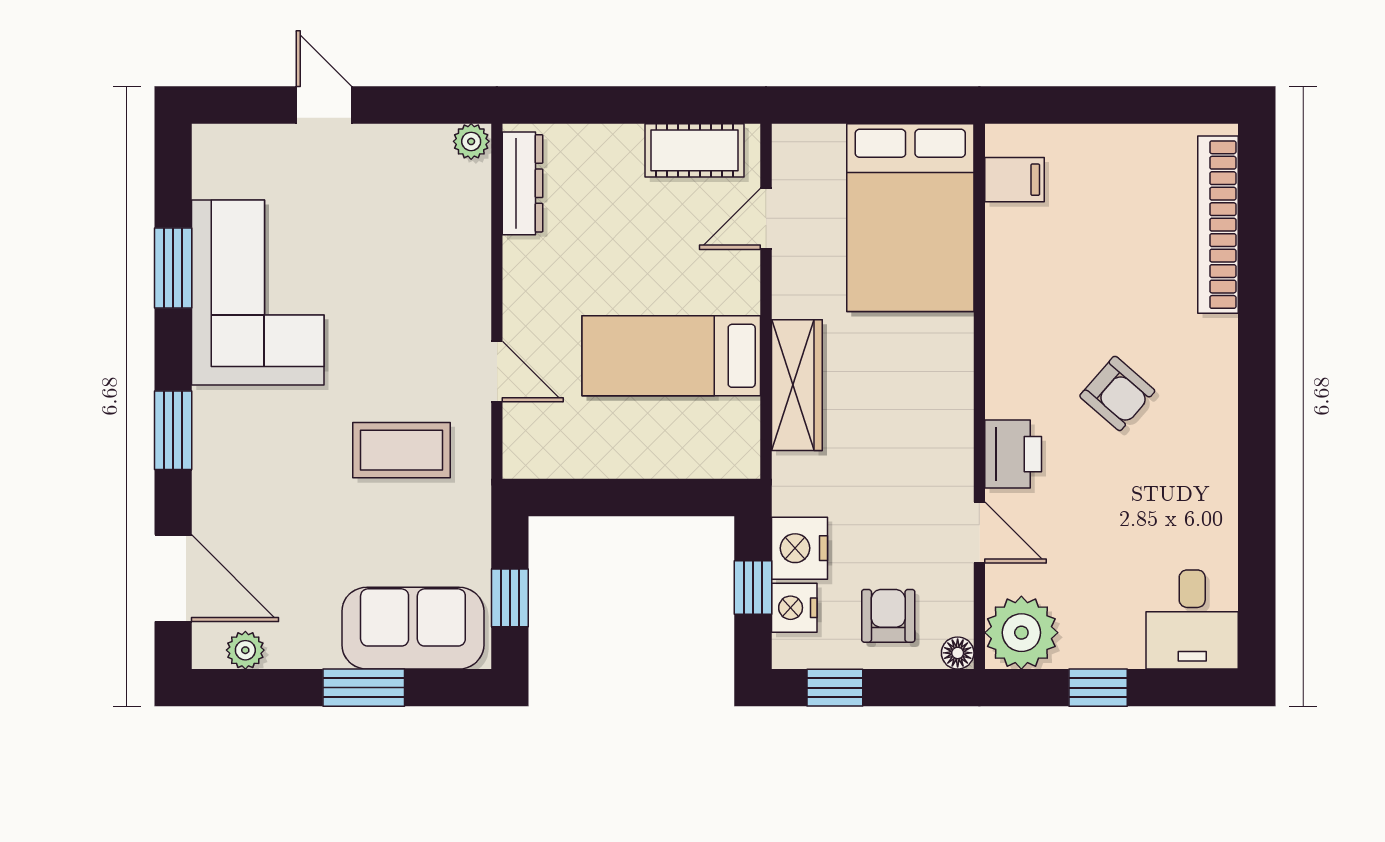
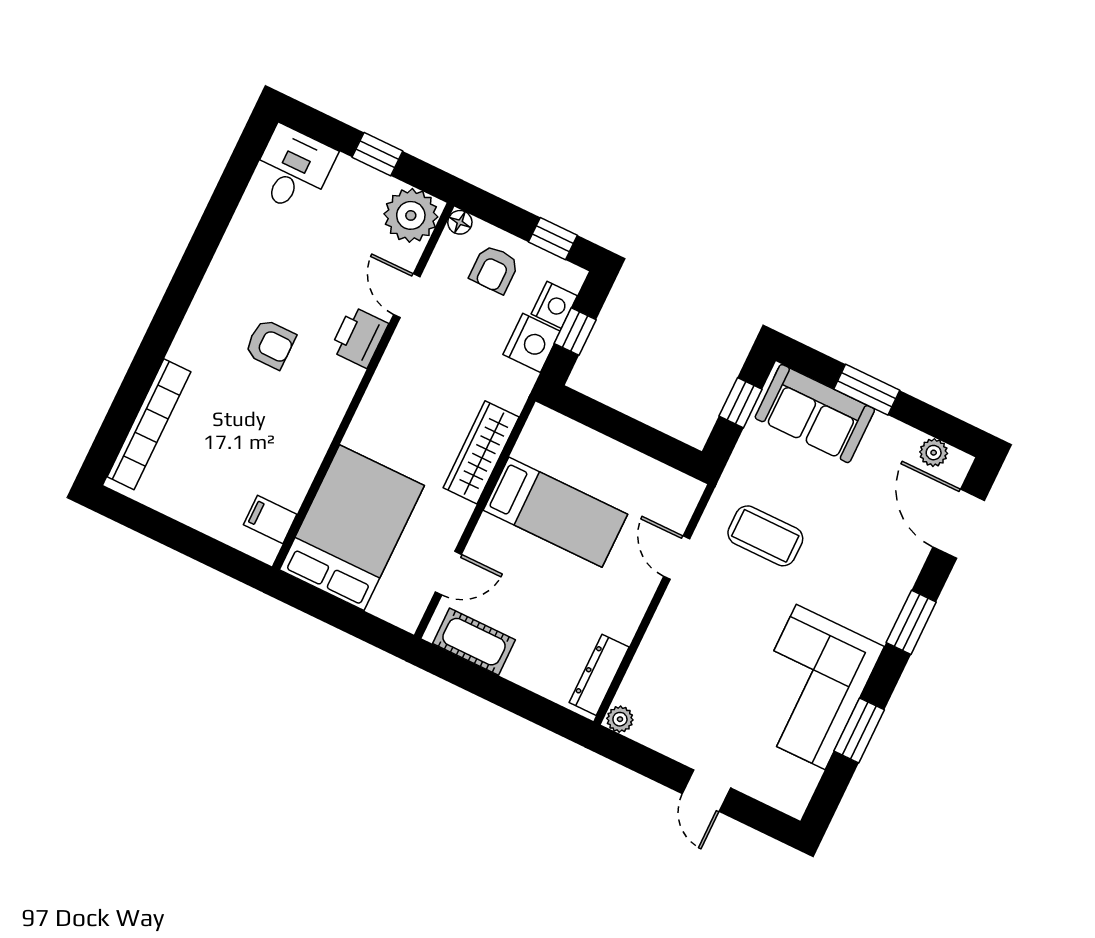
armchair: (1117, 393) -> (270, 344), turned 139

